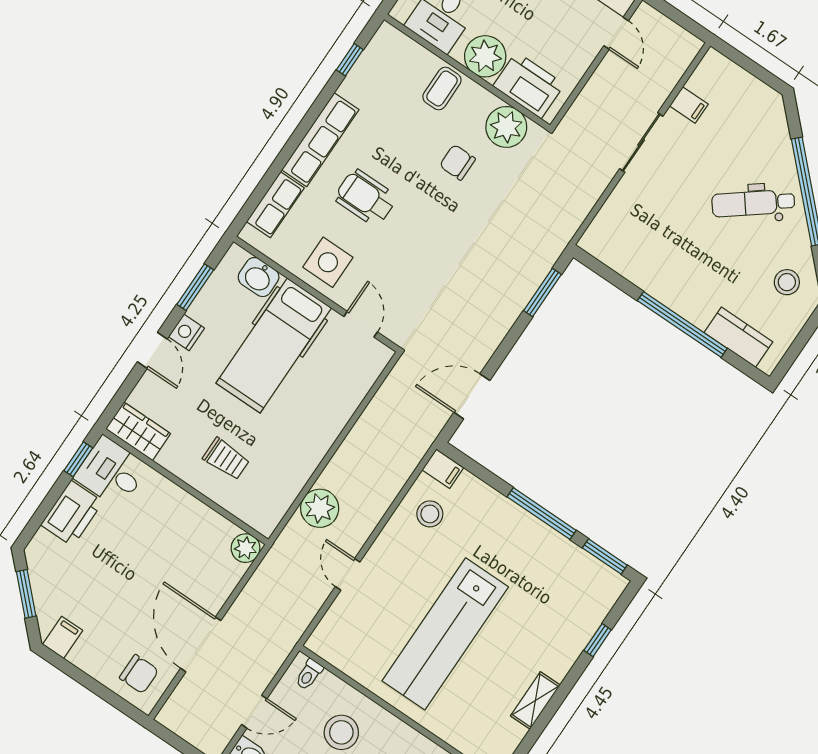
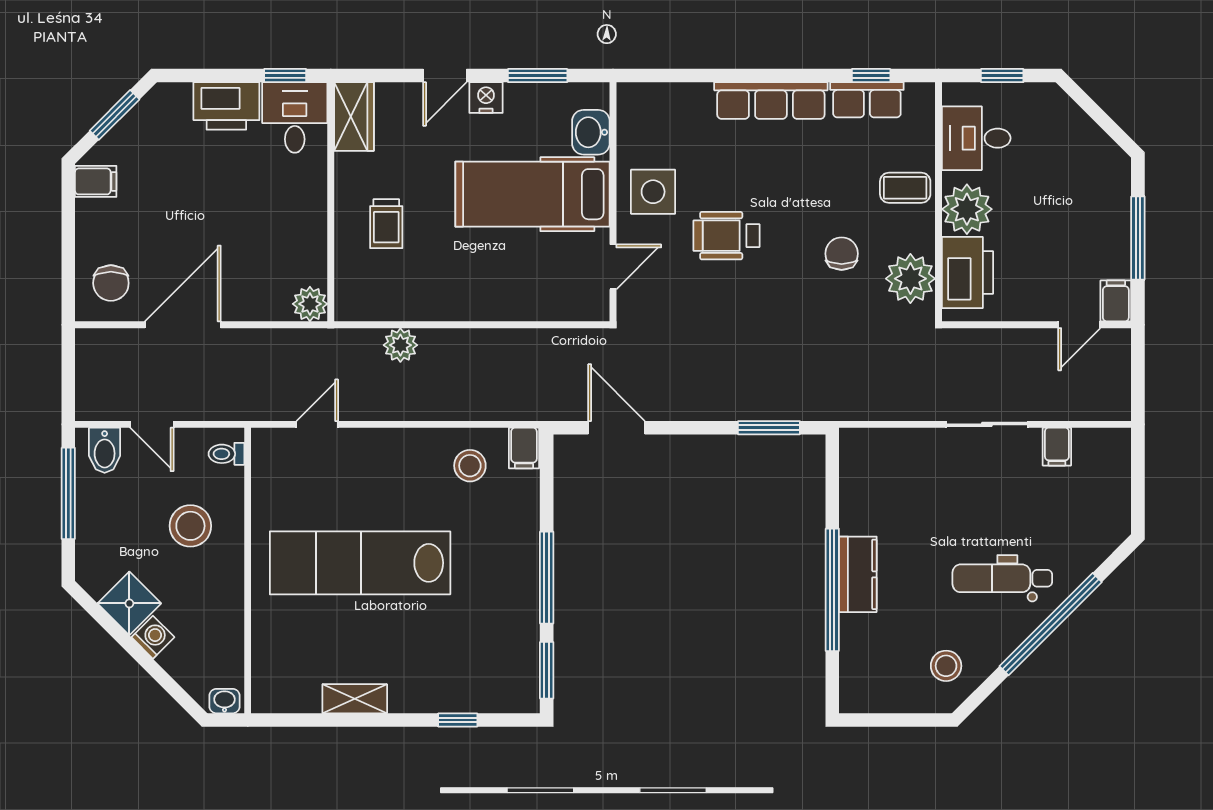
wheelchair: (366, 198) -> (726, 236), moved, turned -90
dental chair: (753, 203) -> (1002, 578), turned -52
row of seats: (275, 205) -> (867, 100), moved
kitchen counter: (738, 337) -> (858, 574), moved
plant: (320, 508) -> (400, 345), width x0.73, depth x0.73
door: (348, 574) -> (317, 424), moved

